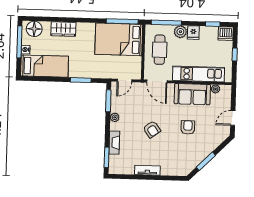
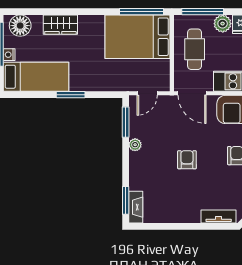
window: (81, 80) -> (71, 95), moved
armchair: (152, 129) -> (187, 160), turned -144
fireplace: (114, 143) -> (136, 207), moved
tv unit: (147, 170) -> (219, 217), moved

